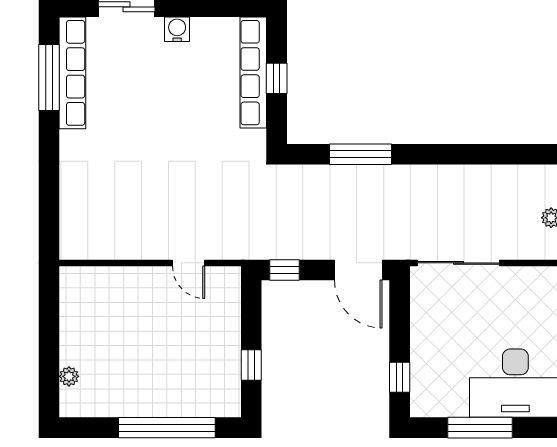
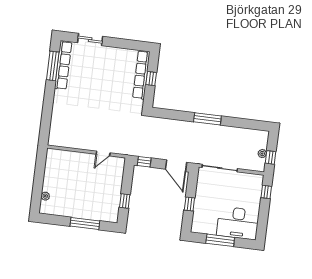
water cooler: (177, 29) -> (111, 52), removed
window: (361, 154) -> (207, 119), moved
door: (189, 263) -> (103, 154), hinge flipped
window: (400, 377) -> (189, 204), moved
window: (167, 428) -> (85, 224), width x0.68

